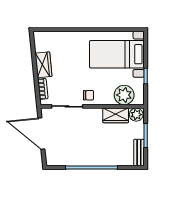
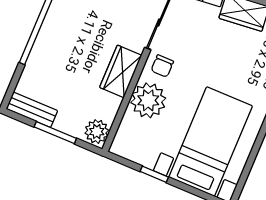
plant: (124, 95) -> (148, 100), moved
wardrobe: (116, 115) -> (121, 71), moved

